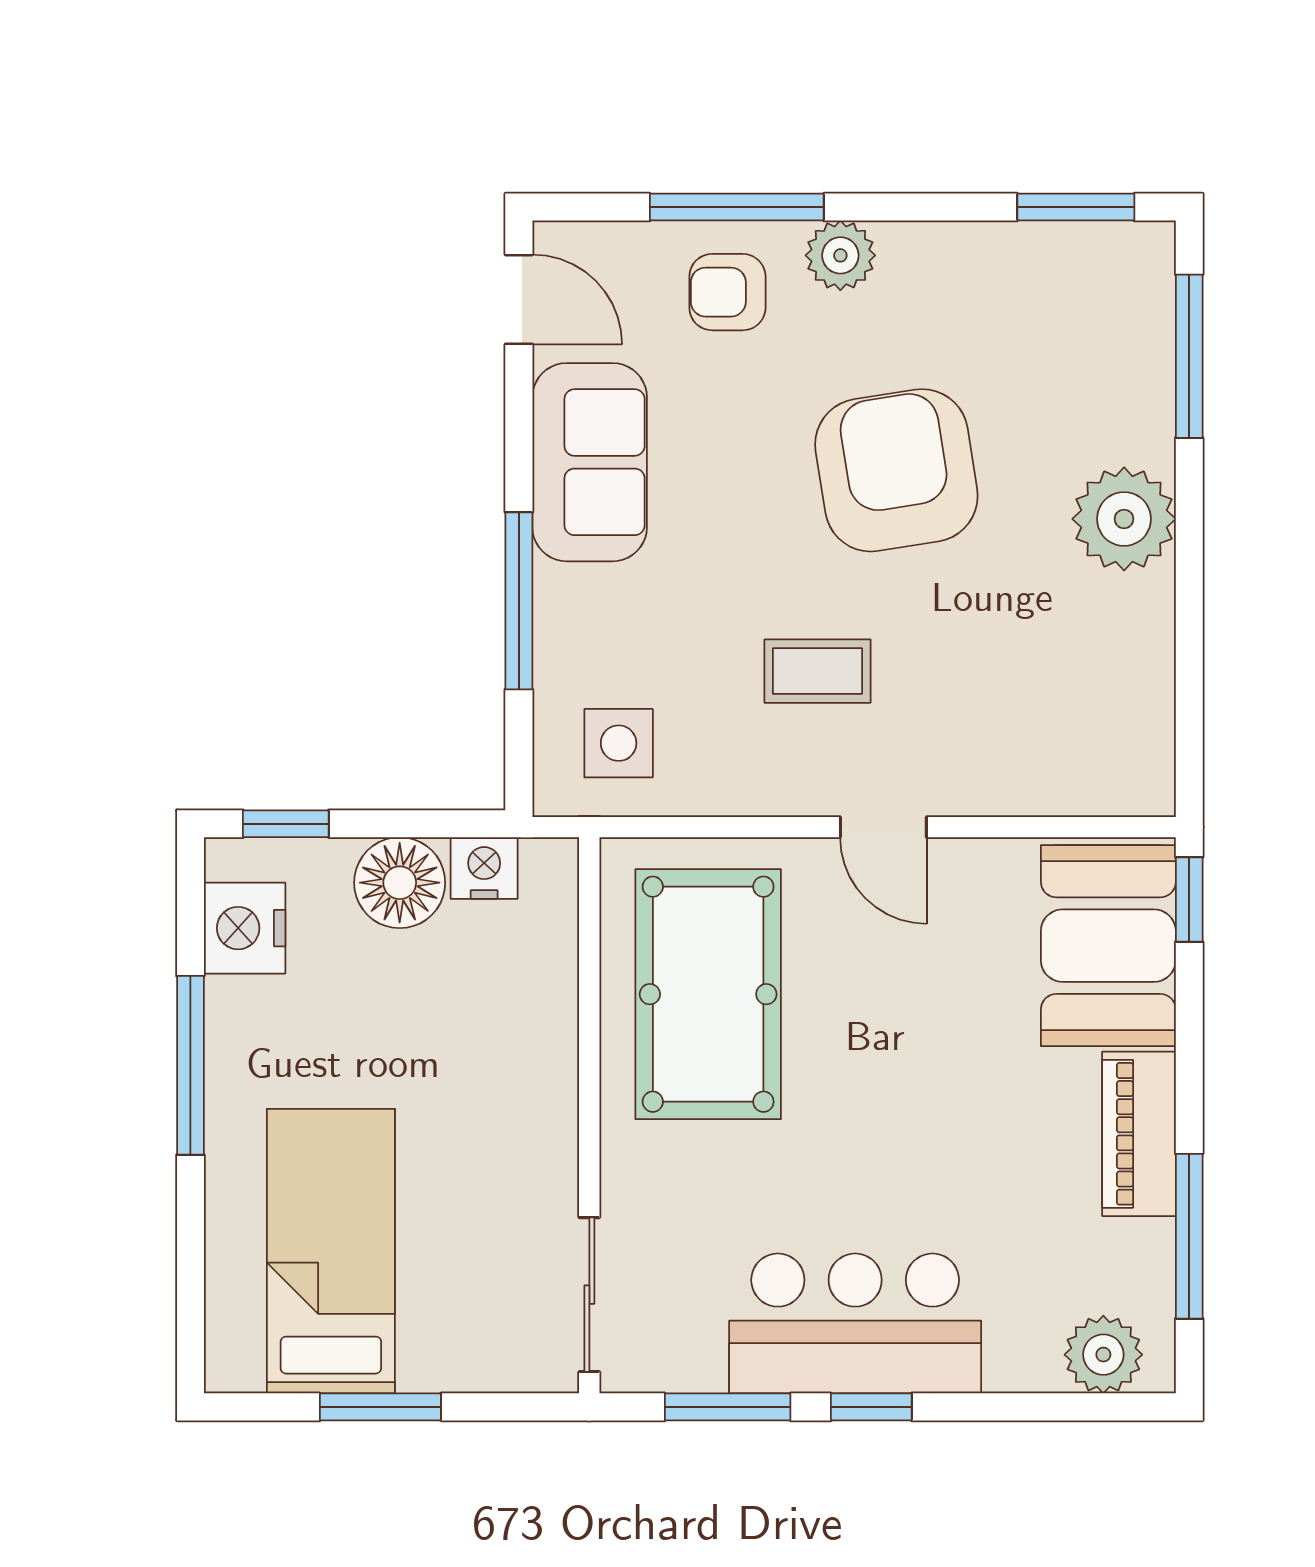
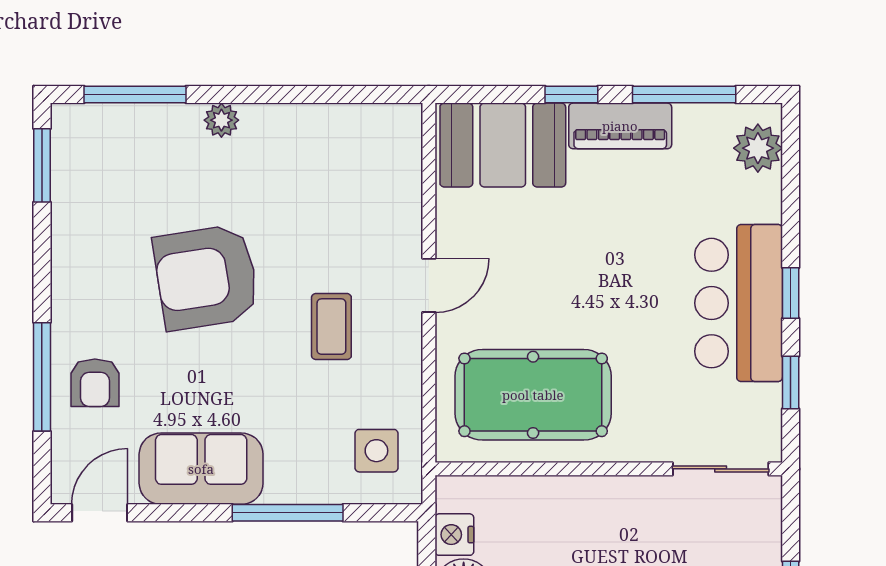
plant: (840, 255) -> (72, 312), removed
plant: (1124, 519) -> (221, 120), width x0.53, depth x0.53
window: (1189, 899) -> (571, 95), moved
window: (728, 1407) -> (791, 383), width x0.67

